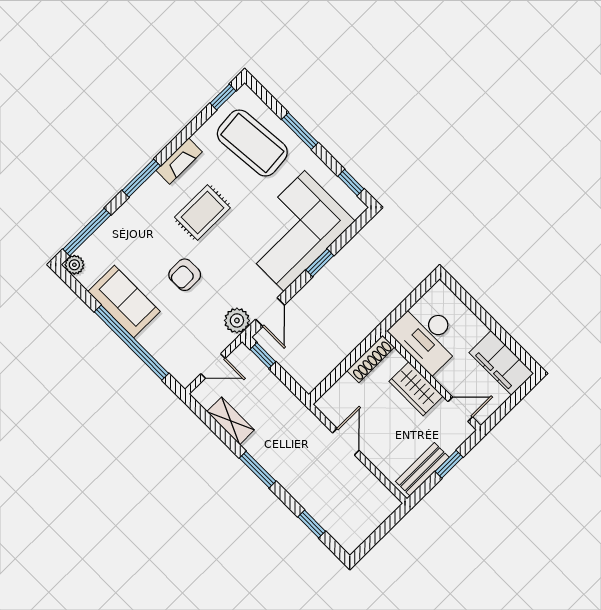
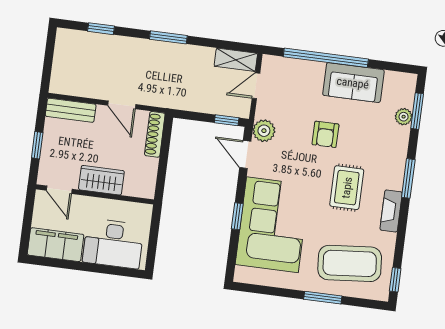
window: (351, 183) -> (259, 289), removed
window: (87, 232) -> (417, 111), width x0.69
plant: (74, 265) -> (404, 117), moved
armchair: (185, 275) -> (325, 134), turned 180
desk: (427, 336) -> (113, 244), moved, turned 180
shoe rack: (371, 359) -> (155, 134), moved
door: (460, 409) -> (59, 190), hinge flipped
shelving: (231, 421) -> (236, 60), moved
bench: (422, 469) -> (71, 110), moved, turned 90

